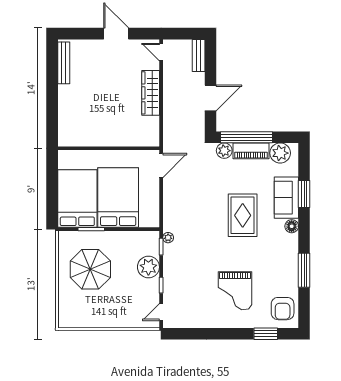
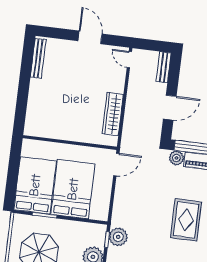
wardrobe: (151, 93) -> (113, 114), moved
plant: (168, 238) -> (118, 237), width x1.88, depth x1.88

